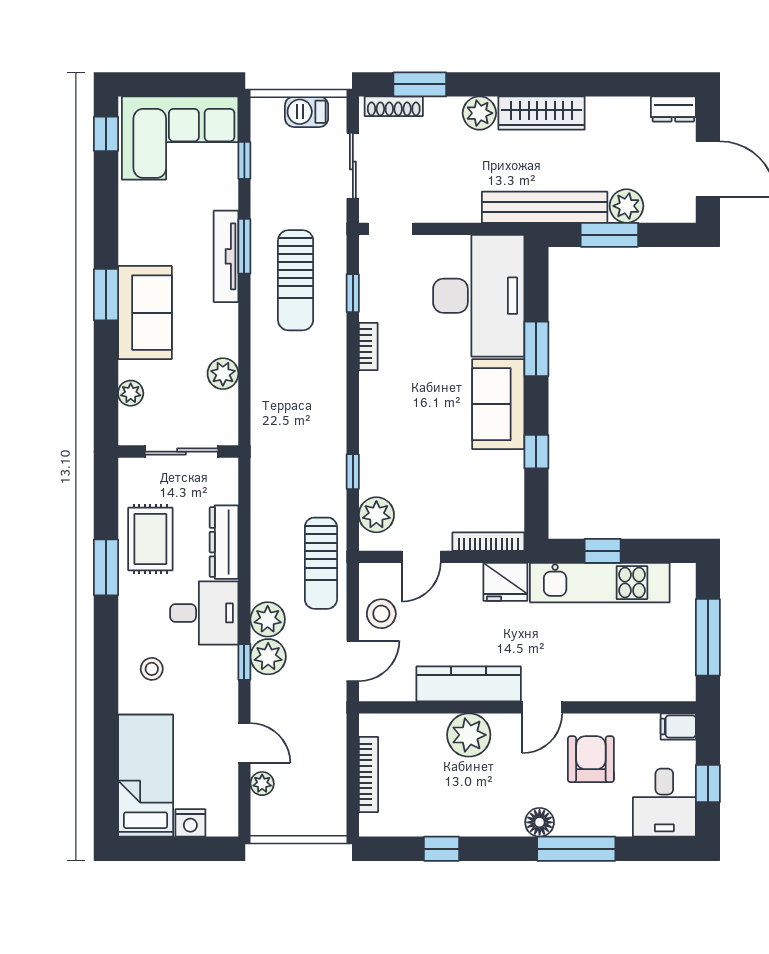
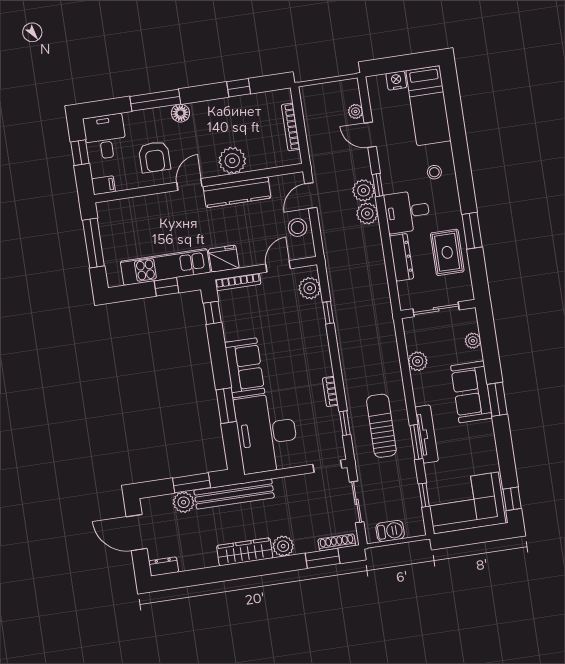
window: (536, 452) -> (212, 313), moved
sun lounger: (321, 563) -> (340, 253), removed

